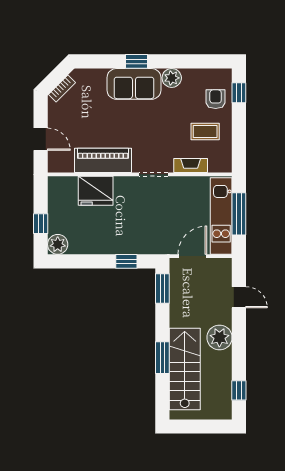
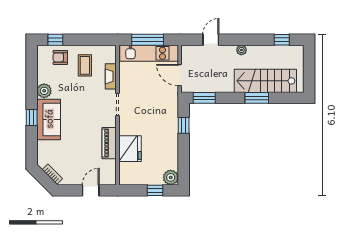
piano: (103, 160) -> (109, 143), width x0.73, depth x0.75
plant: (219, 338) -> (241, 50), width x0.53, depth x0.53

